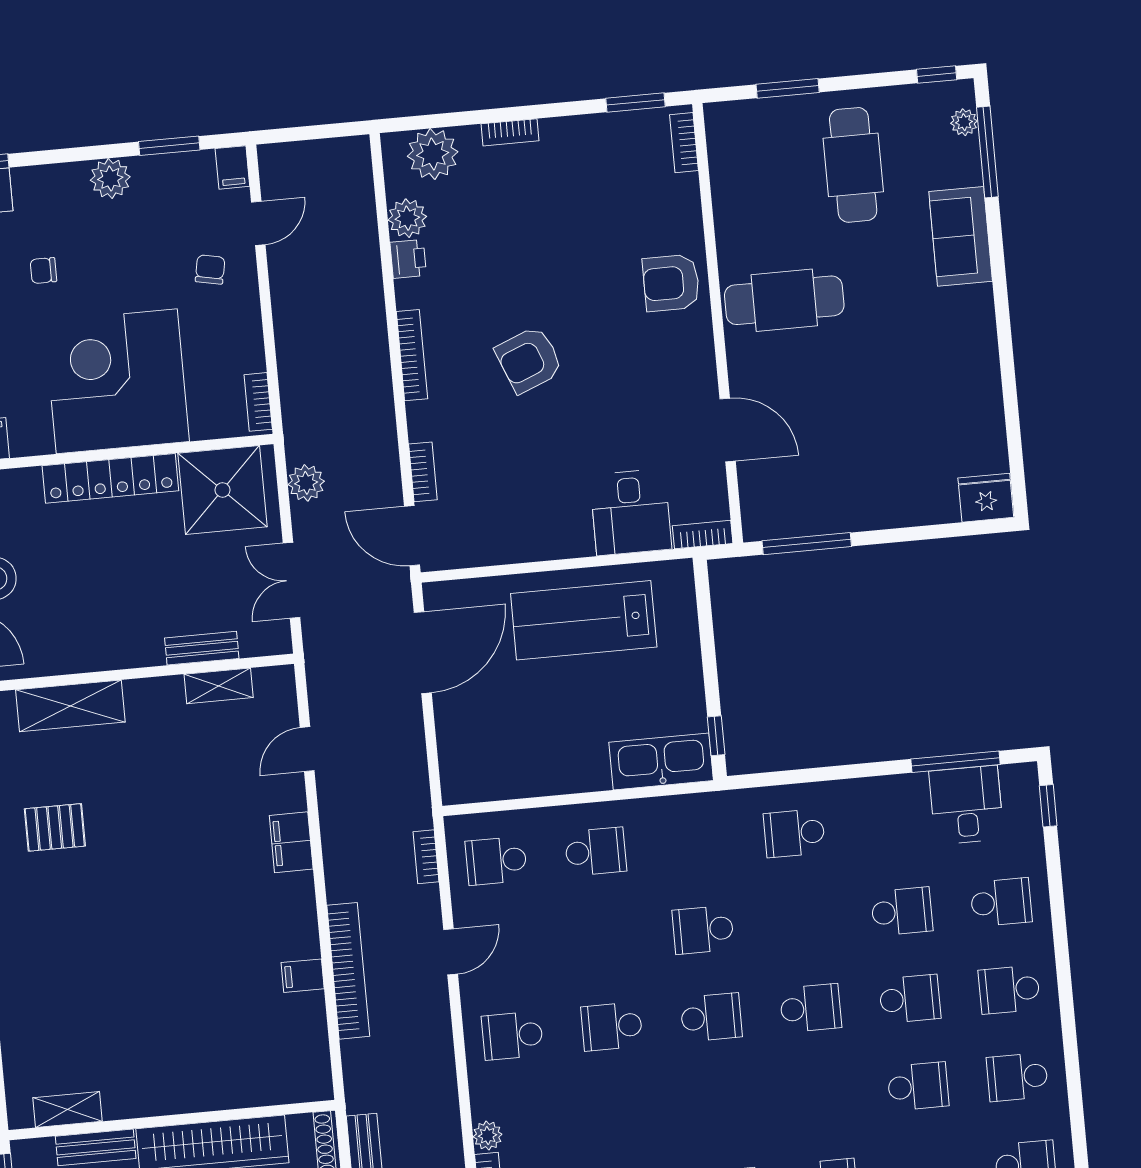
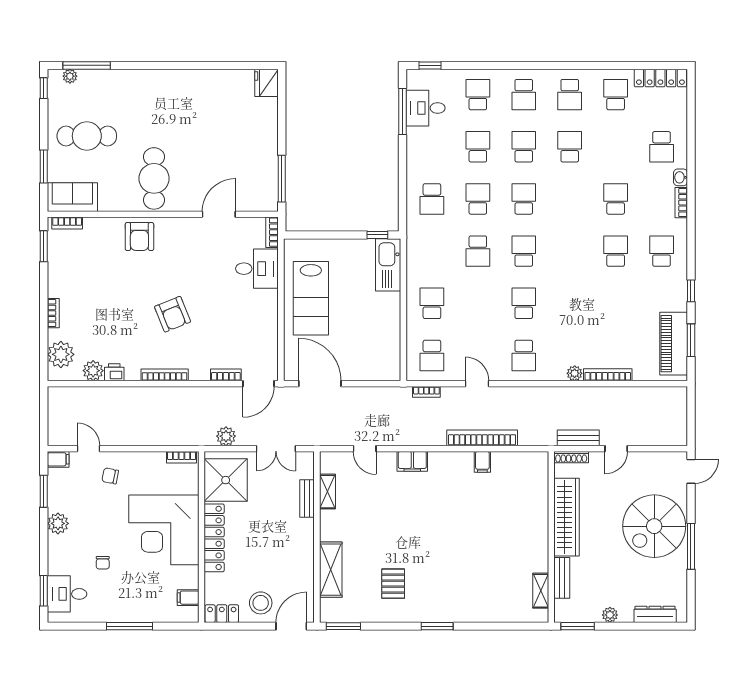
sofa: (961, 236) -> (72, 197), moved, turned 180
school desk: (802, 921) -> (478, 199), added
school desk: (612, 1026) -> (524, 303), turned 180

